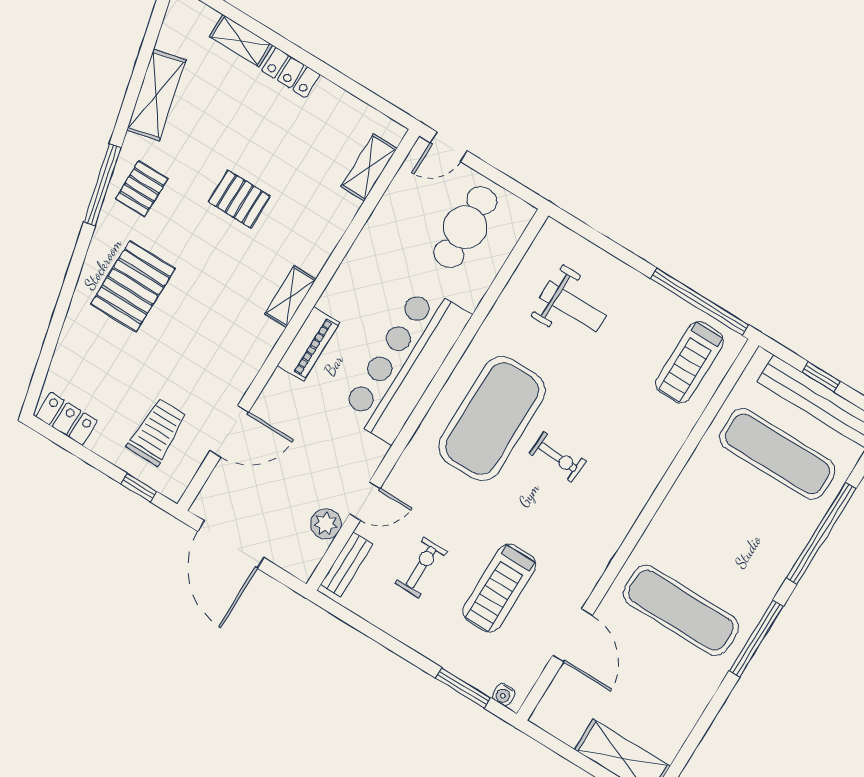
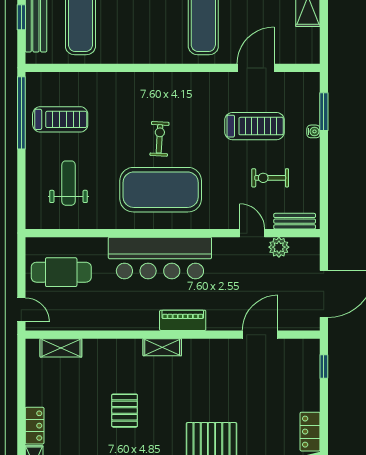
treadmill: (690, 362) -> (60, 119), moved
door: (229, 431) -> (260, 335), hinge flipped
trolley: (157, 432) -> (286, 375), removed
water cooler: (504, 695) -> (313, 131), moved

